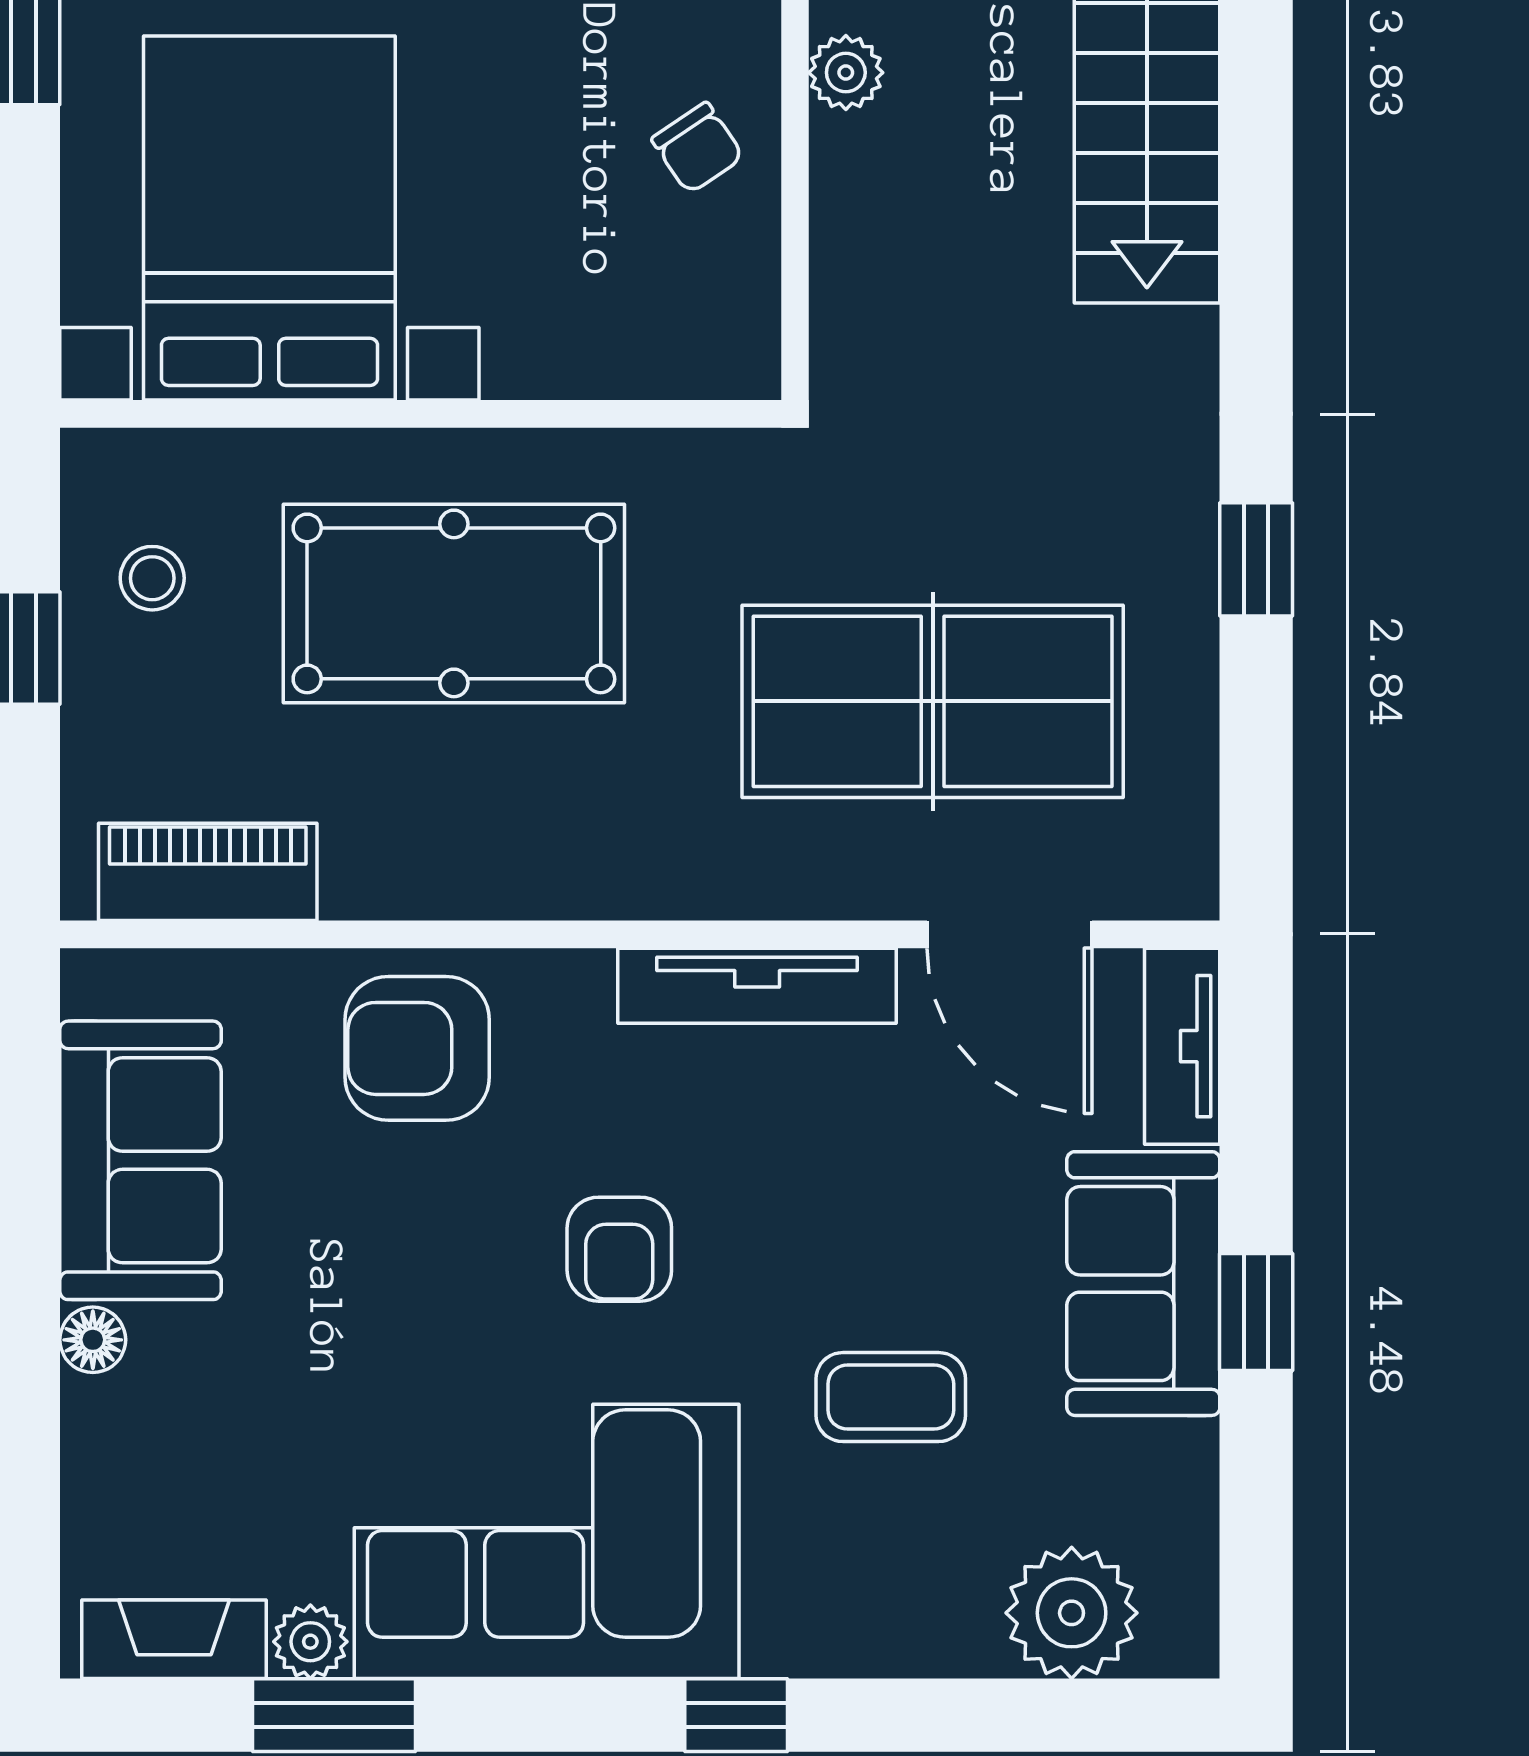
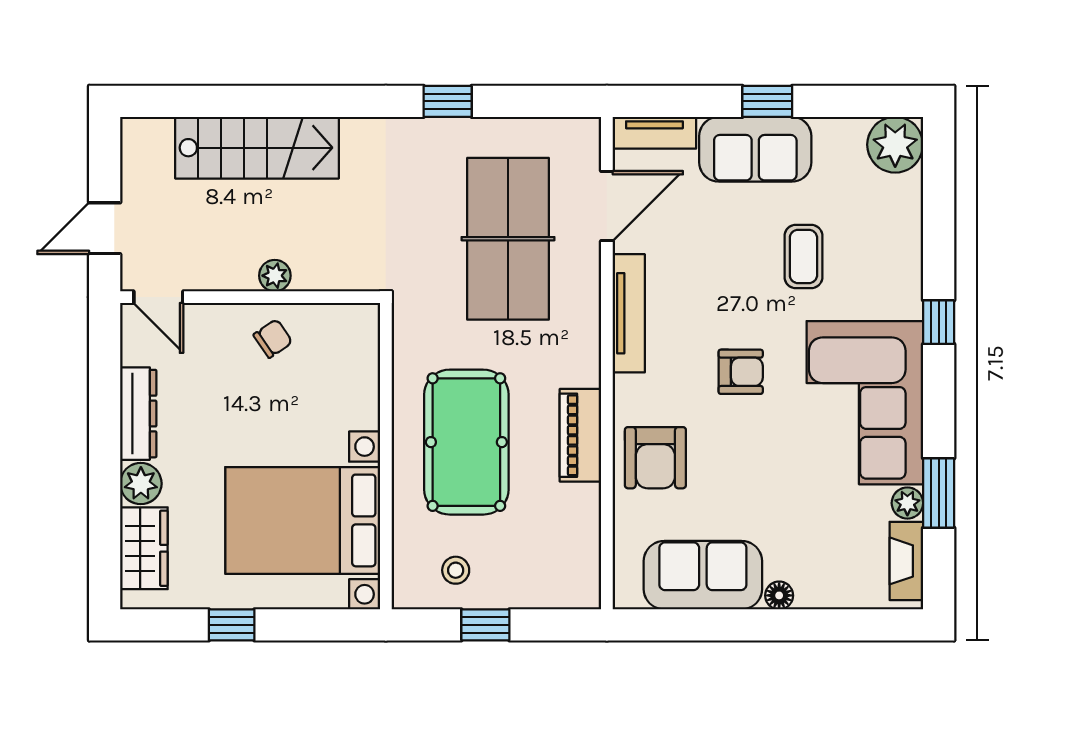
plant: (846, 73) -> (275, 276), moved
piano: (208, 872) -> (580, 435), moved
plant: (1072, 1613) -> (895, 145), moved

